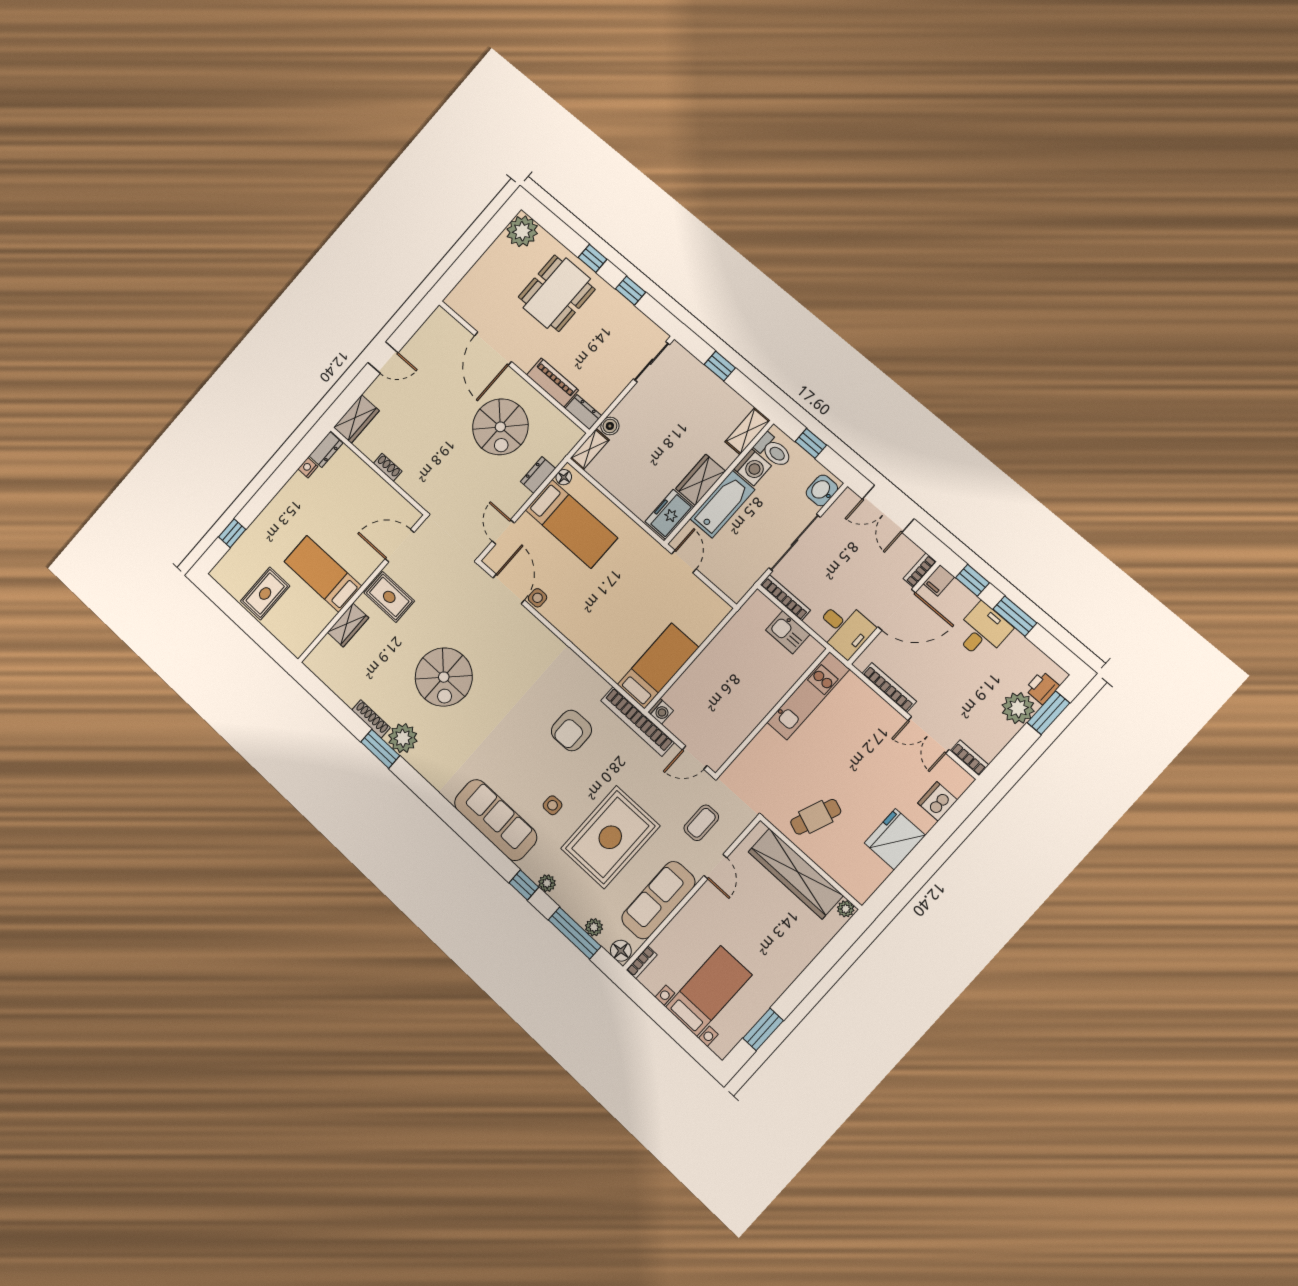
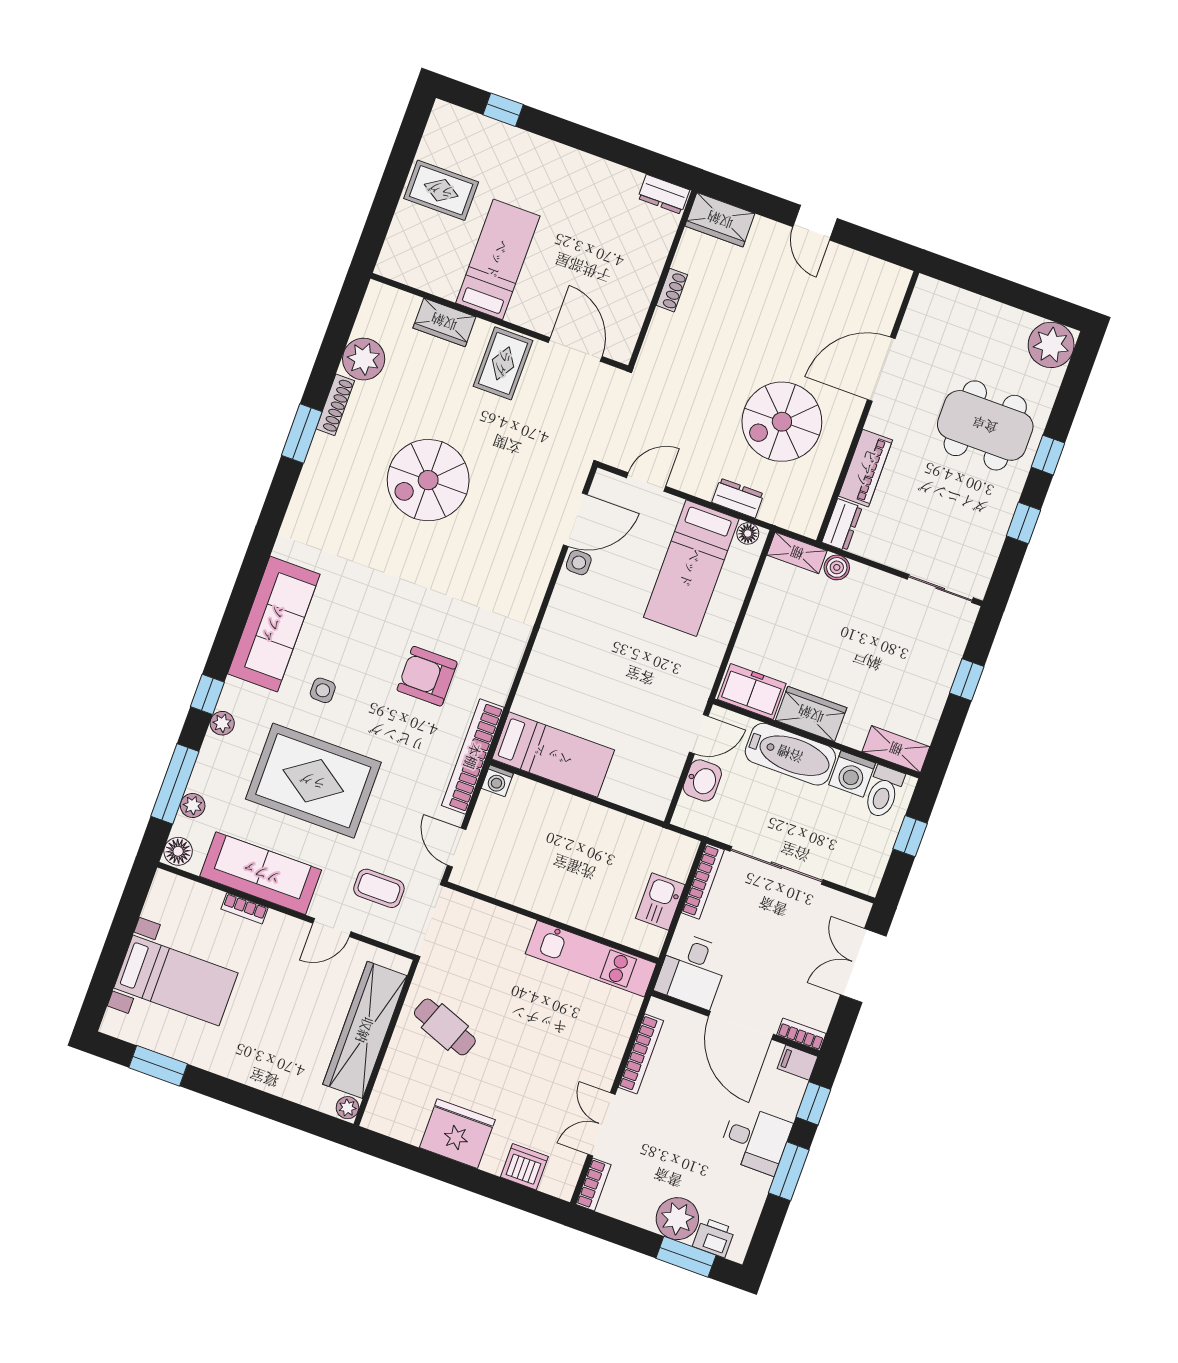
nightstand: (308, 468) -> (630, 179), removed
washbasin: (822, 490) -> (702, 780), moved, turned 90
plant: (403, 738) -> (364, 359), moved
bookcase: (642, 962) -> (244, 908), moved

